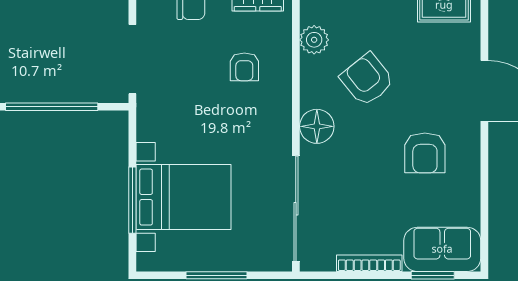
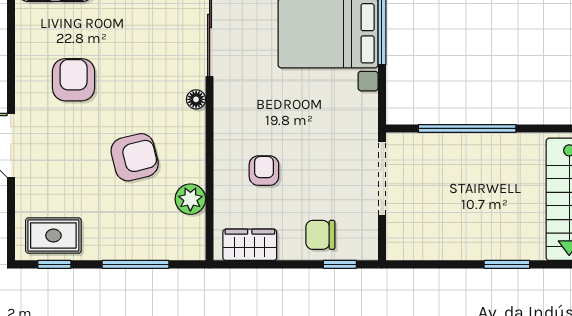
armchair: (367, 79) -> (135, 157), turned -65
floor lamp: (317, 126) -> (196, 99), width x0.53, depth x0.53

